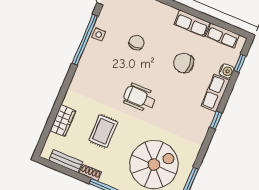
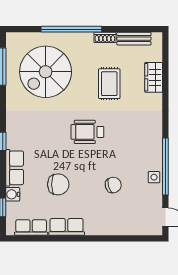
chair: (137, 43) -> (113, 185), turned -106
wheelchair: (140, 98) -> (87, 132), turned 180

